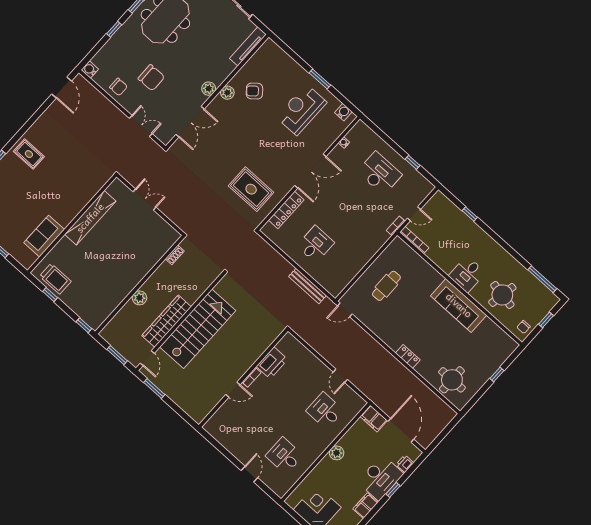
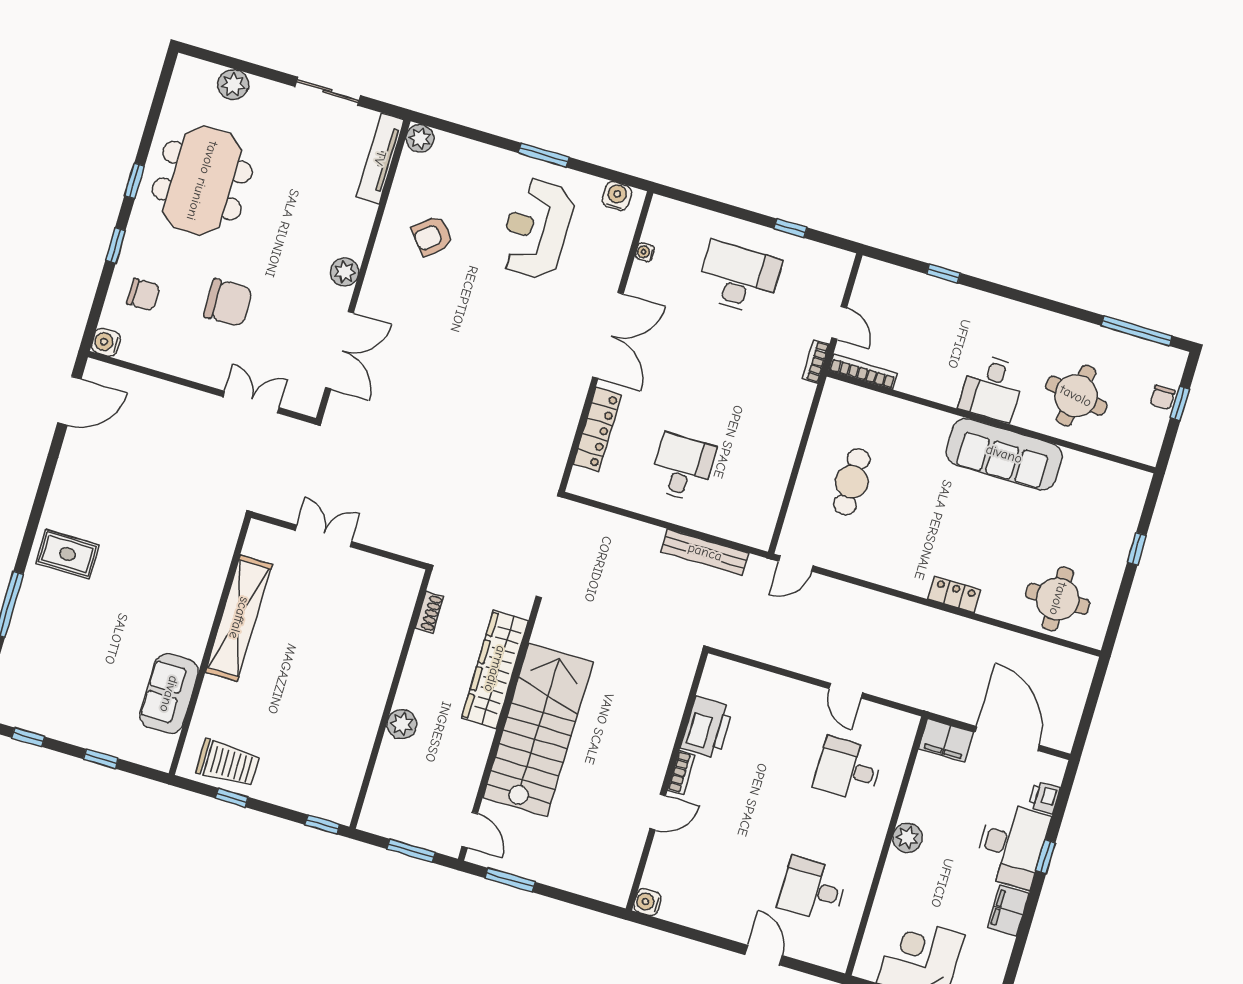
chair: (118, 87) -> (143, 295), moved
door: (62, 88) -> (69, 401), hinge flipped
plant: (227, 93) -> (420, 138), moved
rug: (251, 189) -> (513, 422), removed
door: (414, 214) -> (839, 323), hinge flipped
wardrobe: (167, 321) -> (495, 669), moved
chair: (524, 327) -> (1163, 397), moved
water cooler: (210, 427) -> (647, 902), added

